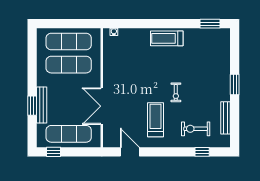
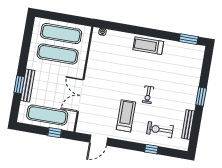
window: (53, 152) -> (55, 133), moved
door: (130, 152) -> (99, 140), swing flipped
window: (202, 152) -> (151, 149), moved

